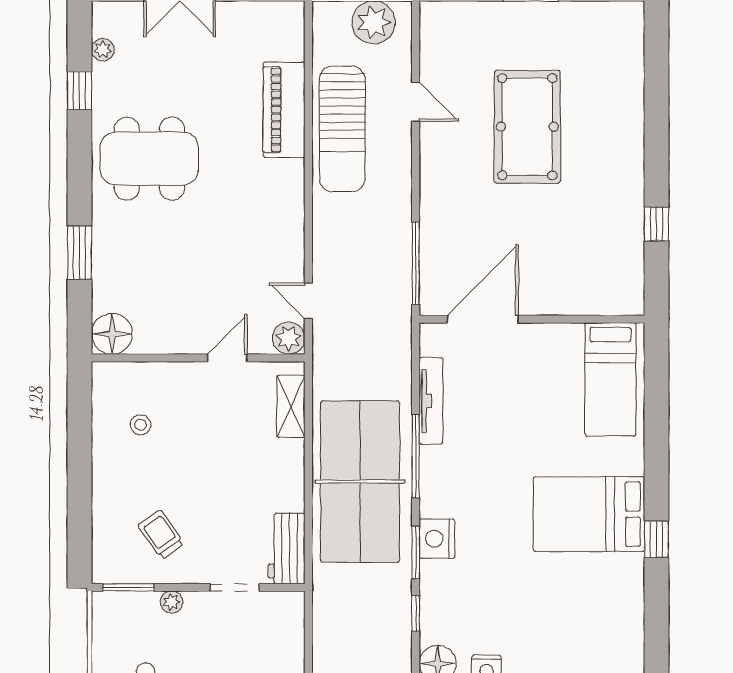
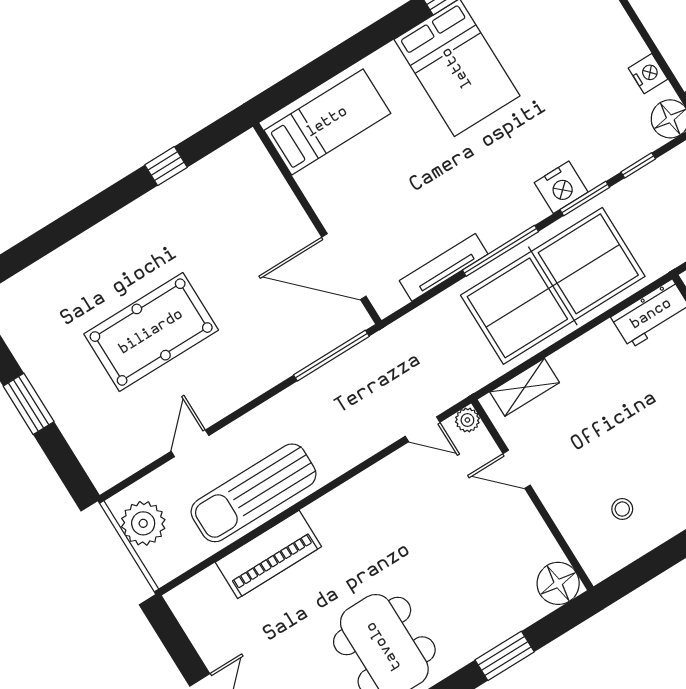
sun lounger: (342, 129) -> (254, 493), turned 180
door: (308, 301) -> (423, 429), hinge flipped
plant: (289, 338) -> (467, 420), width x0.73, depth x0.73

